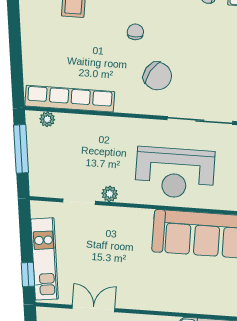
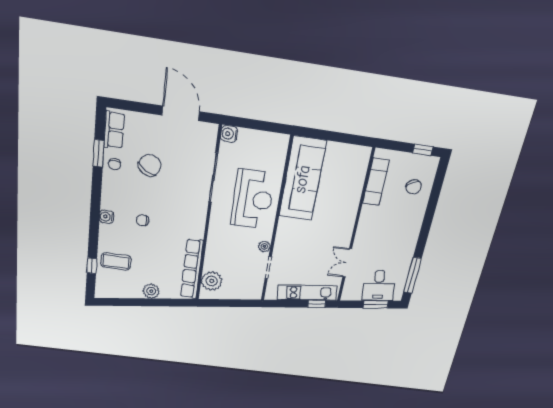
plant: (33, 45) -> (151, 291), added
chair: (157, 76) -> (150, 165), moved
plant: (47, 119) -> (212, 281), width x1.88, depth x1.88
window: (21, 149) -> (227, 303), removed

